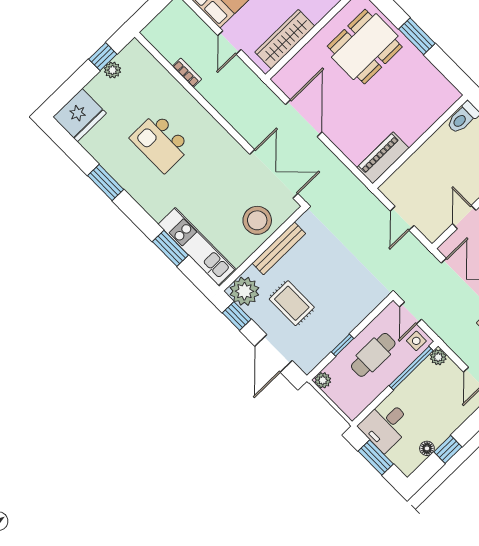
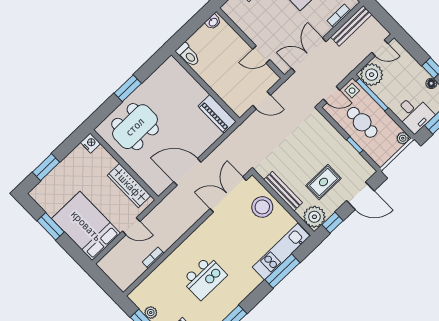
dining table: (365, 47) -> (135, 127), turned 90
window: (170, 248) -> (282, 271), width x1.44
plant: (438, 357) -> (372, 75), width x1.88, depth x1.88
plant: (323, 380) -> (403, 138), moved

